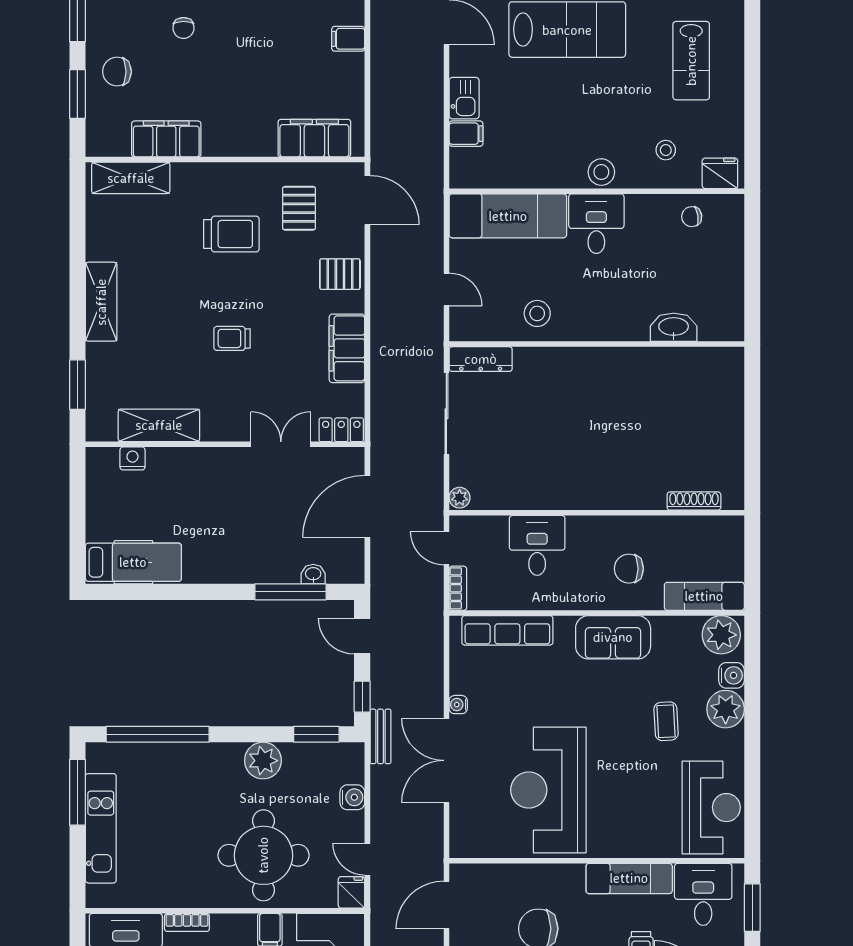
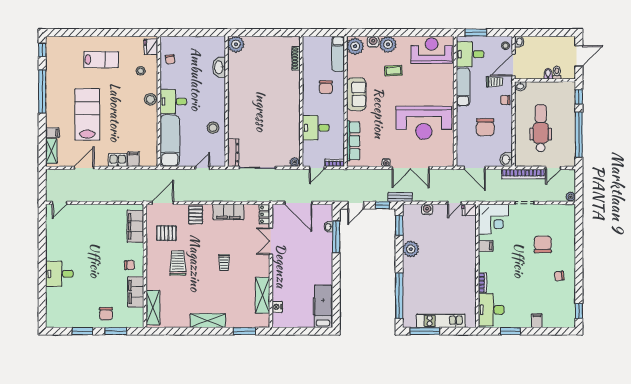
chair: (183, 28) -> (130, 265), moved
filing cabinet: (348, 39) -> (91, 211), removed
plant: (726, 365) -> (236, 44), added
round table: (263, 855) -> (453, 249), removed

